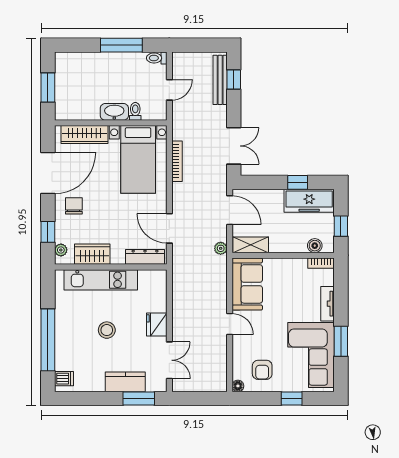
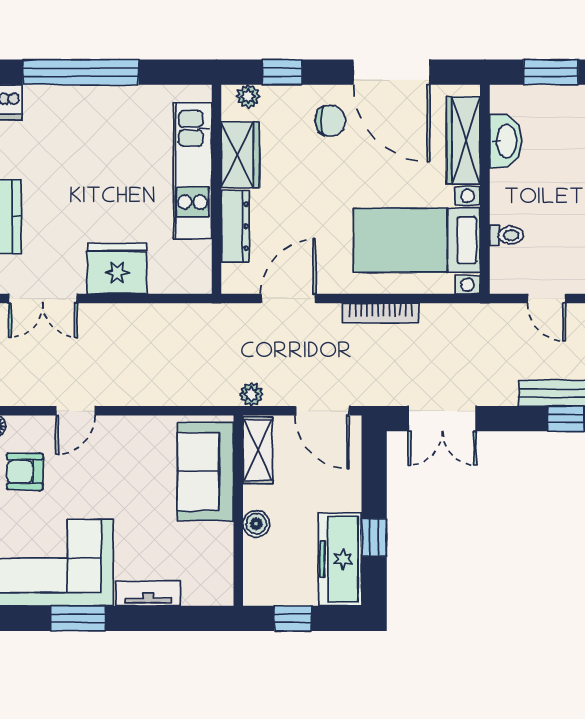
washbasin: (114, 112) -> (506, 141), moved
bookcase: (177, 161) -> (381, 313), moved
door: (230, 210) -> (322, 411), hinge flipped
boiler: (315, 246) -> (256, 524), moved
dresser: (145, 257) -> (235, 226), moved
bookcase: (321, 263) -> (224, 581), removed
sofa: (247, 284) -> (205, 472), moved, turned 90
door: (230, 324) -> (75, 411), moved
fridge: (157, 325) -> (117, 269), width x1.36, depth x1.34
stool: (107, 330) -> (99, 182), removed

